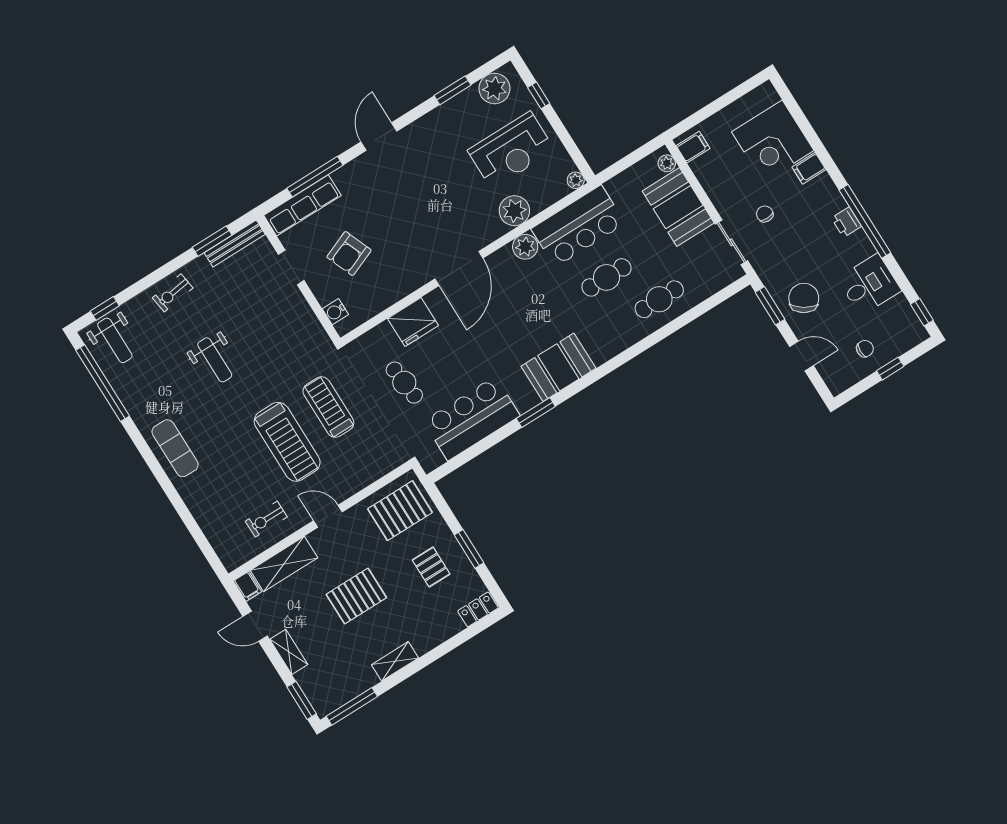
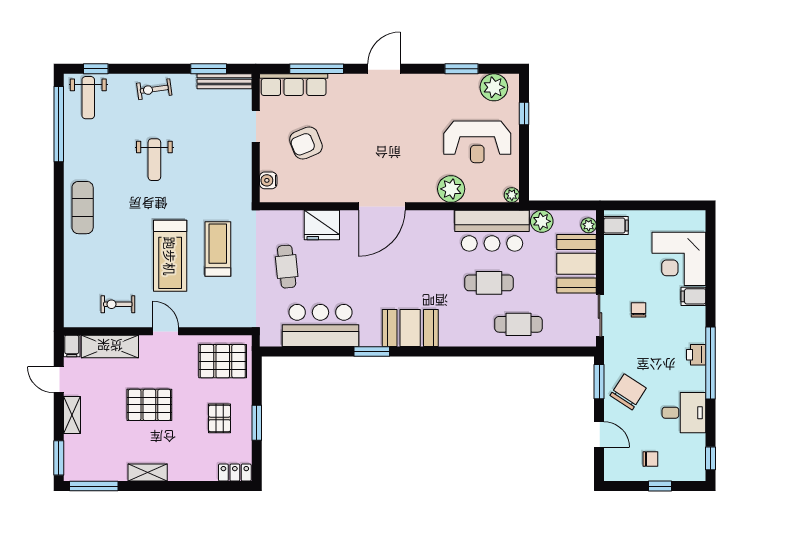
plant: (525, 247) -> (542, 221), moved

